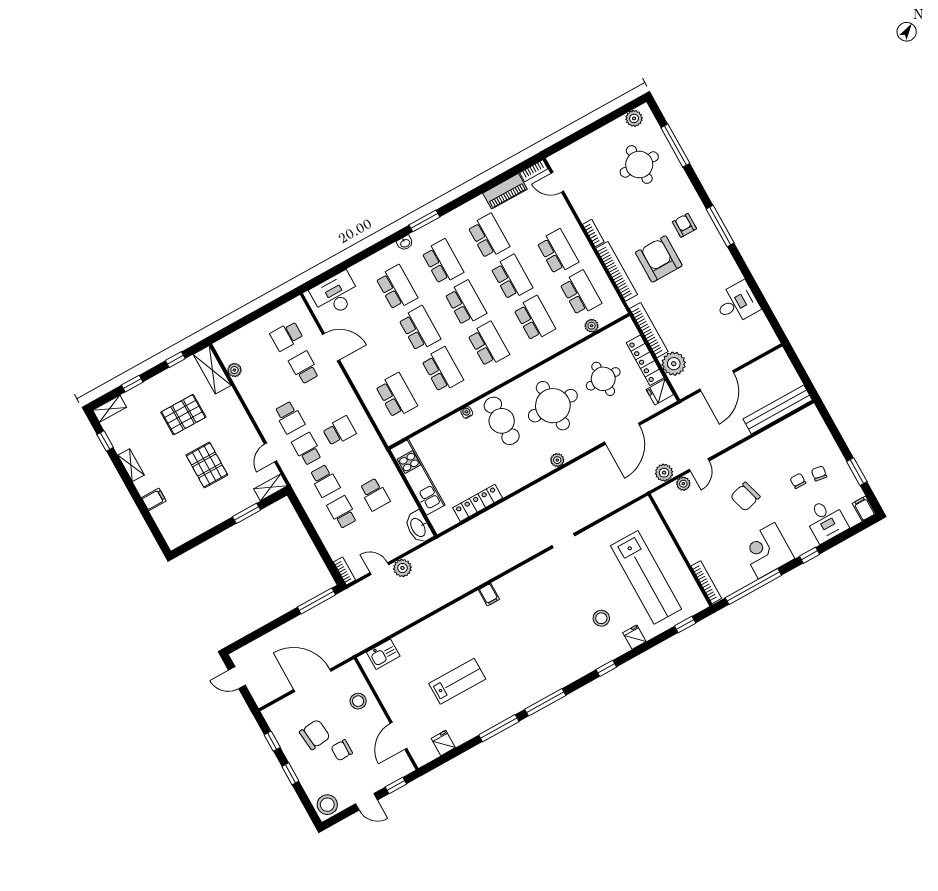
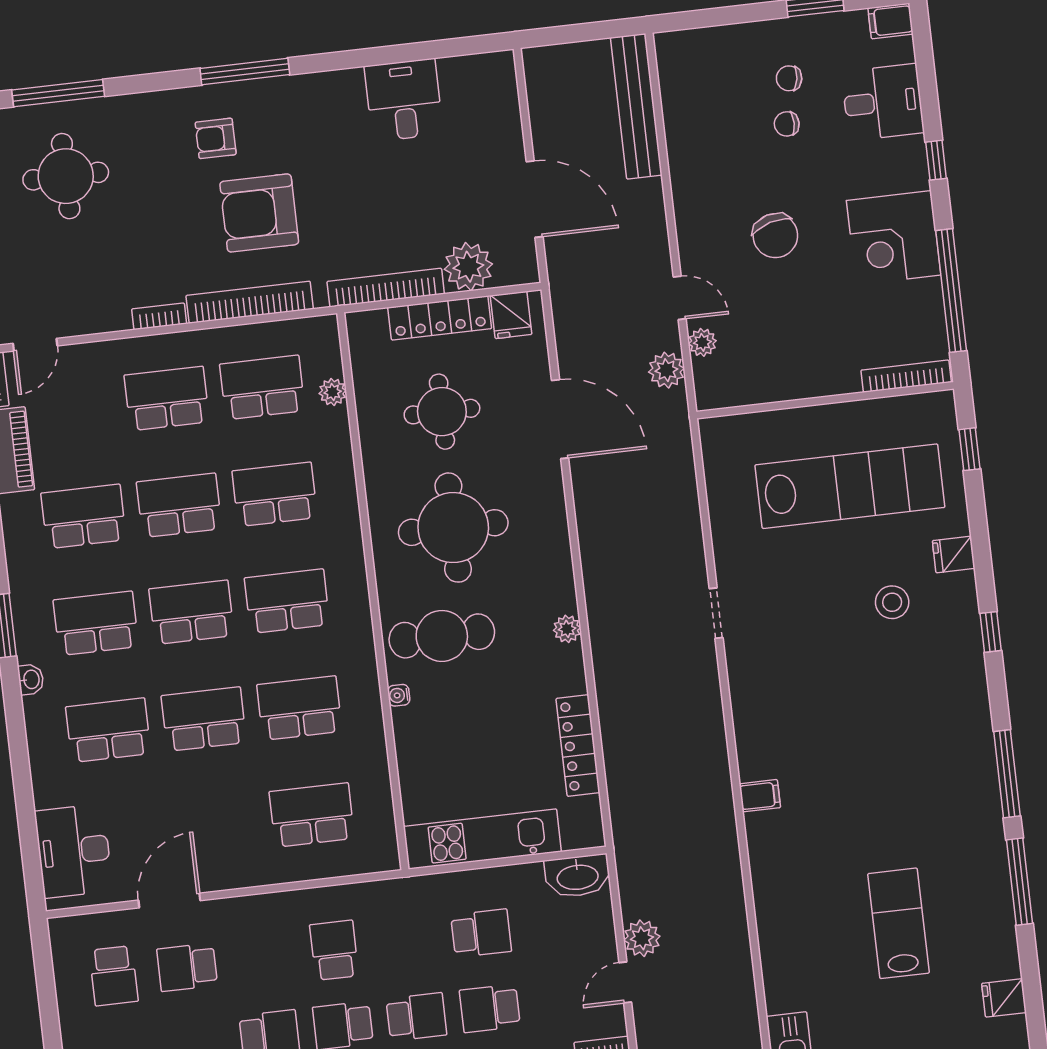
plant: (557, 460) -> (567, 629), moved

